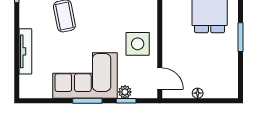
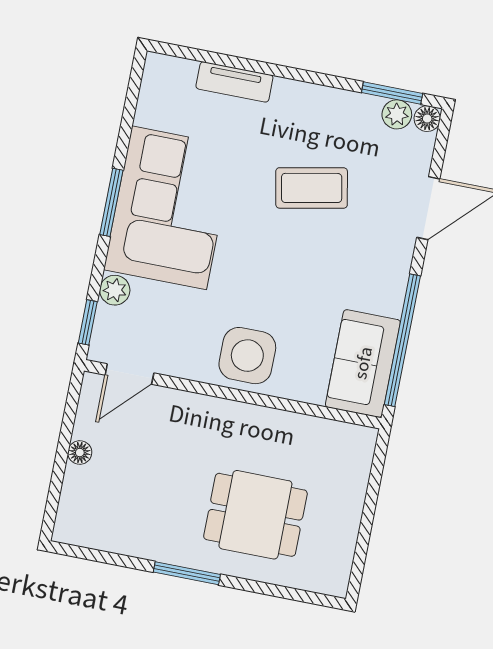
side table: (138, 44) -> (247, 356), moved
tv unit: (25, 51) -> (234, 82), width x0.71
window: (126, 101) -> (88, 322), moved

